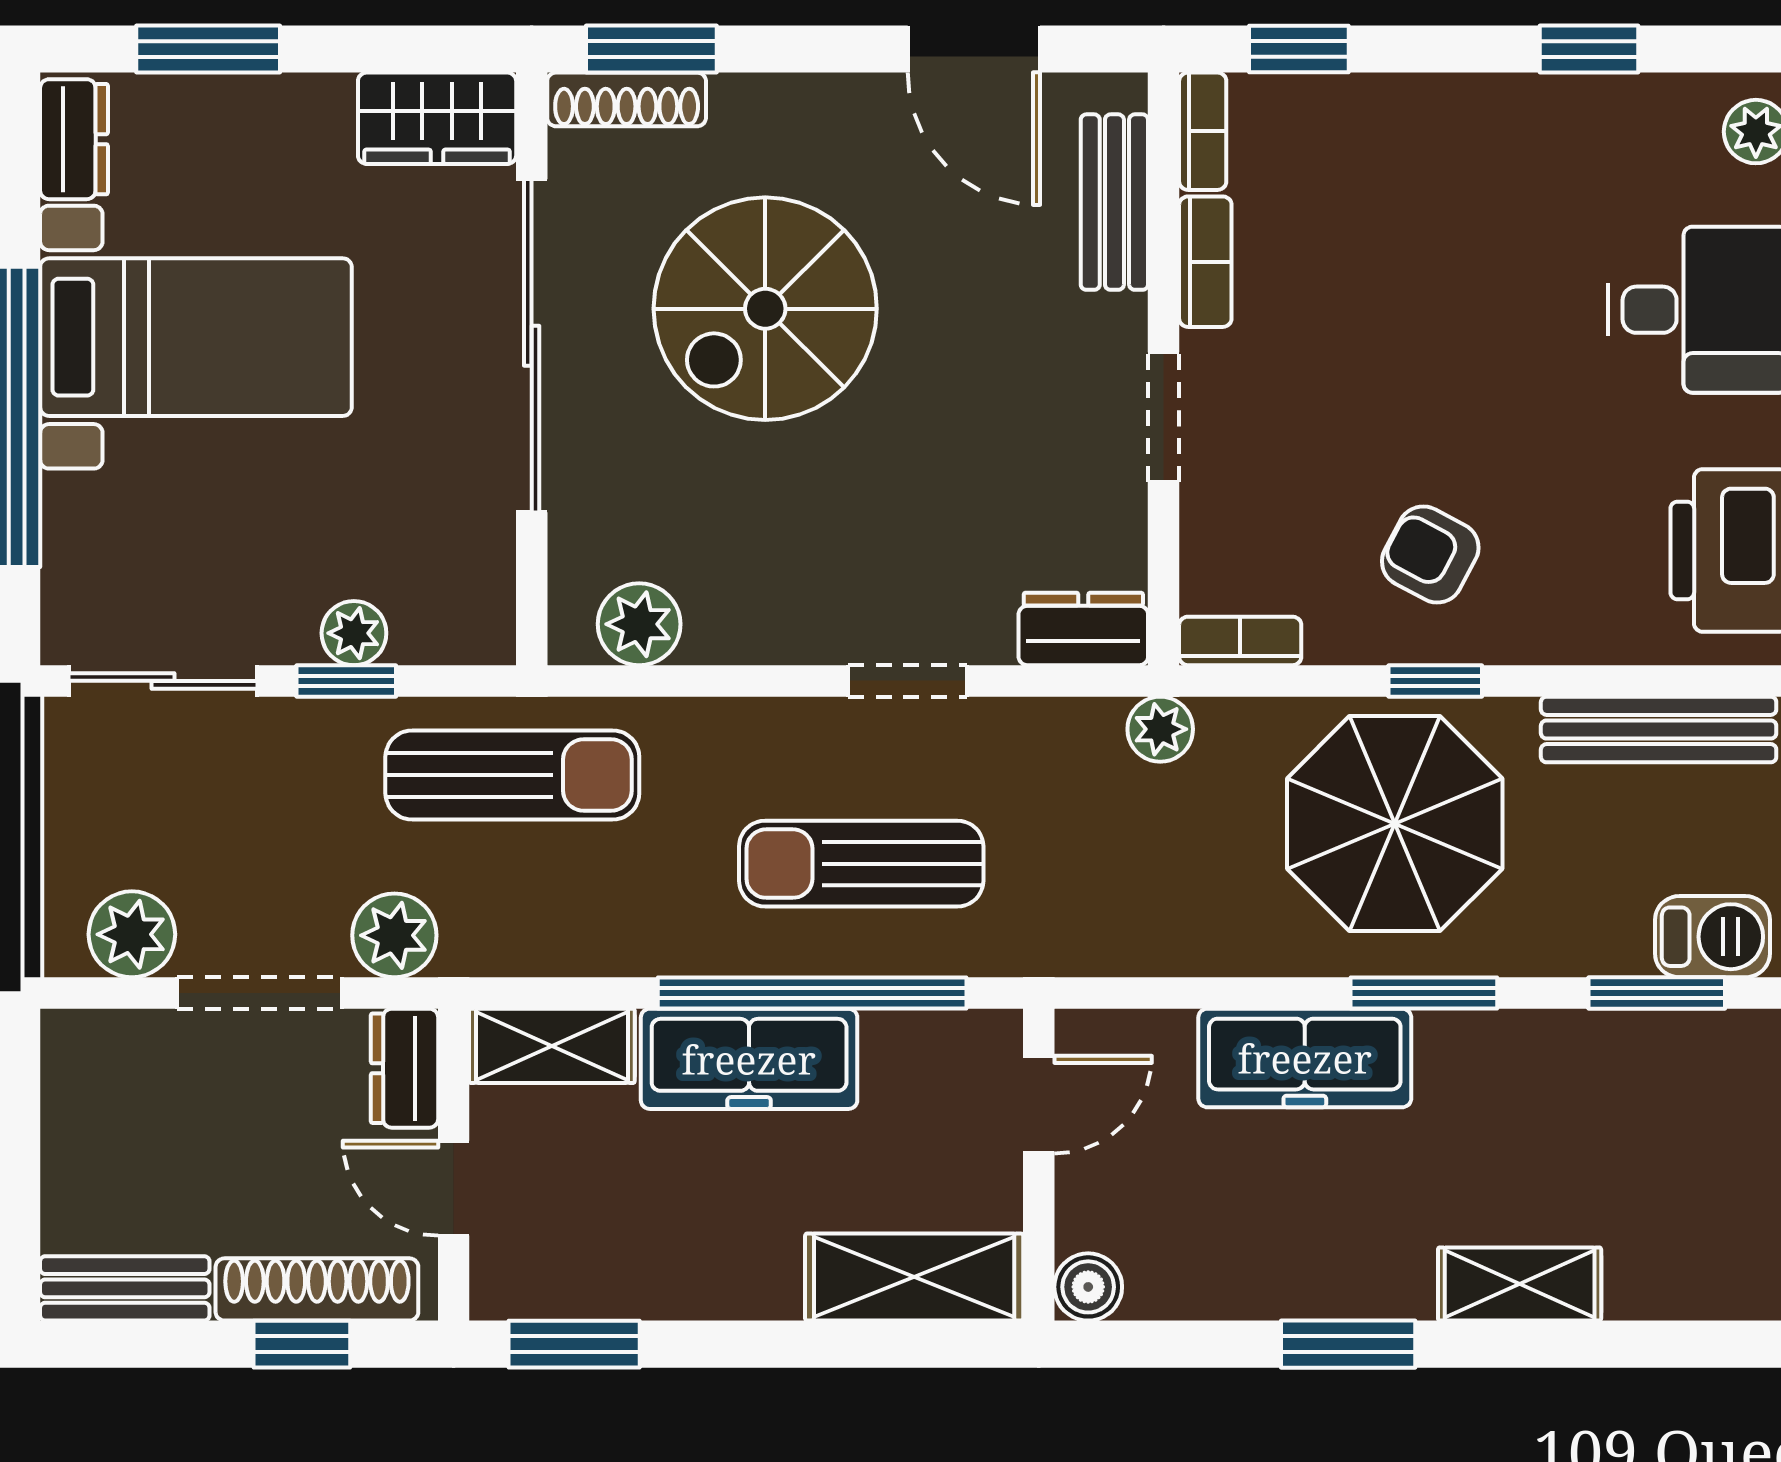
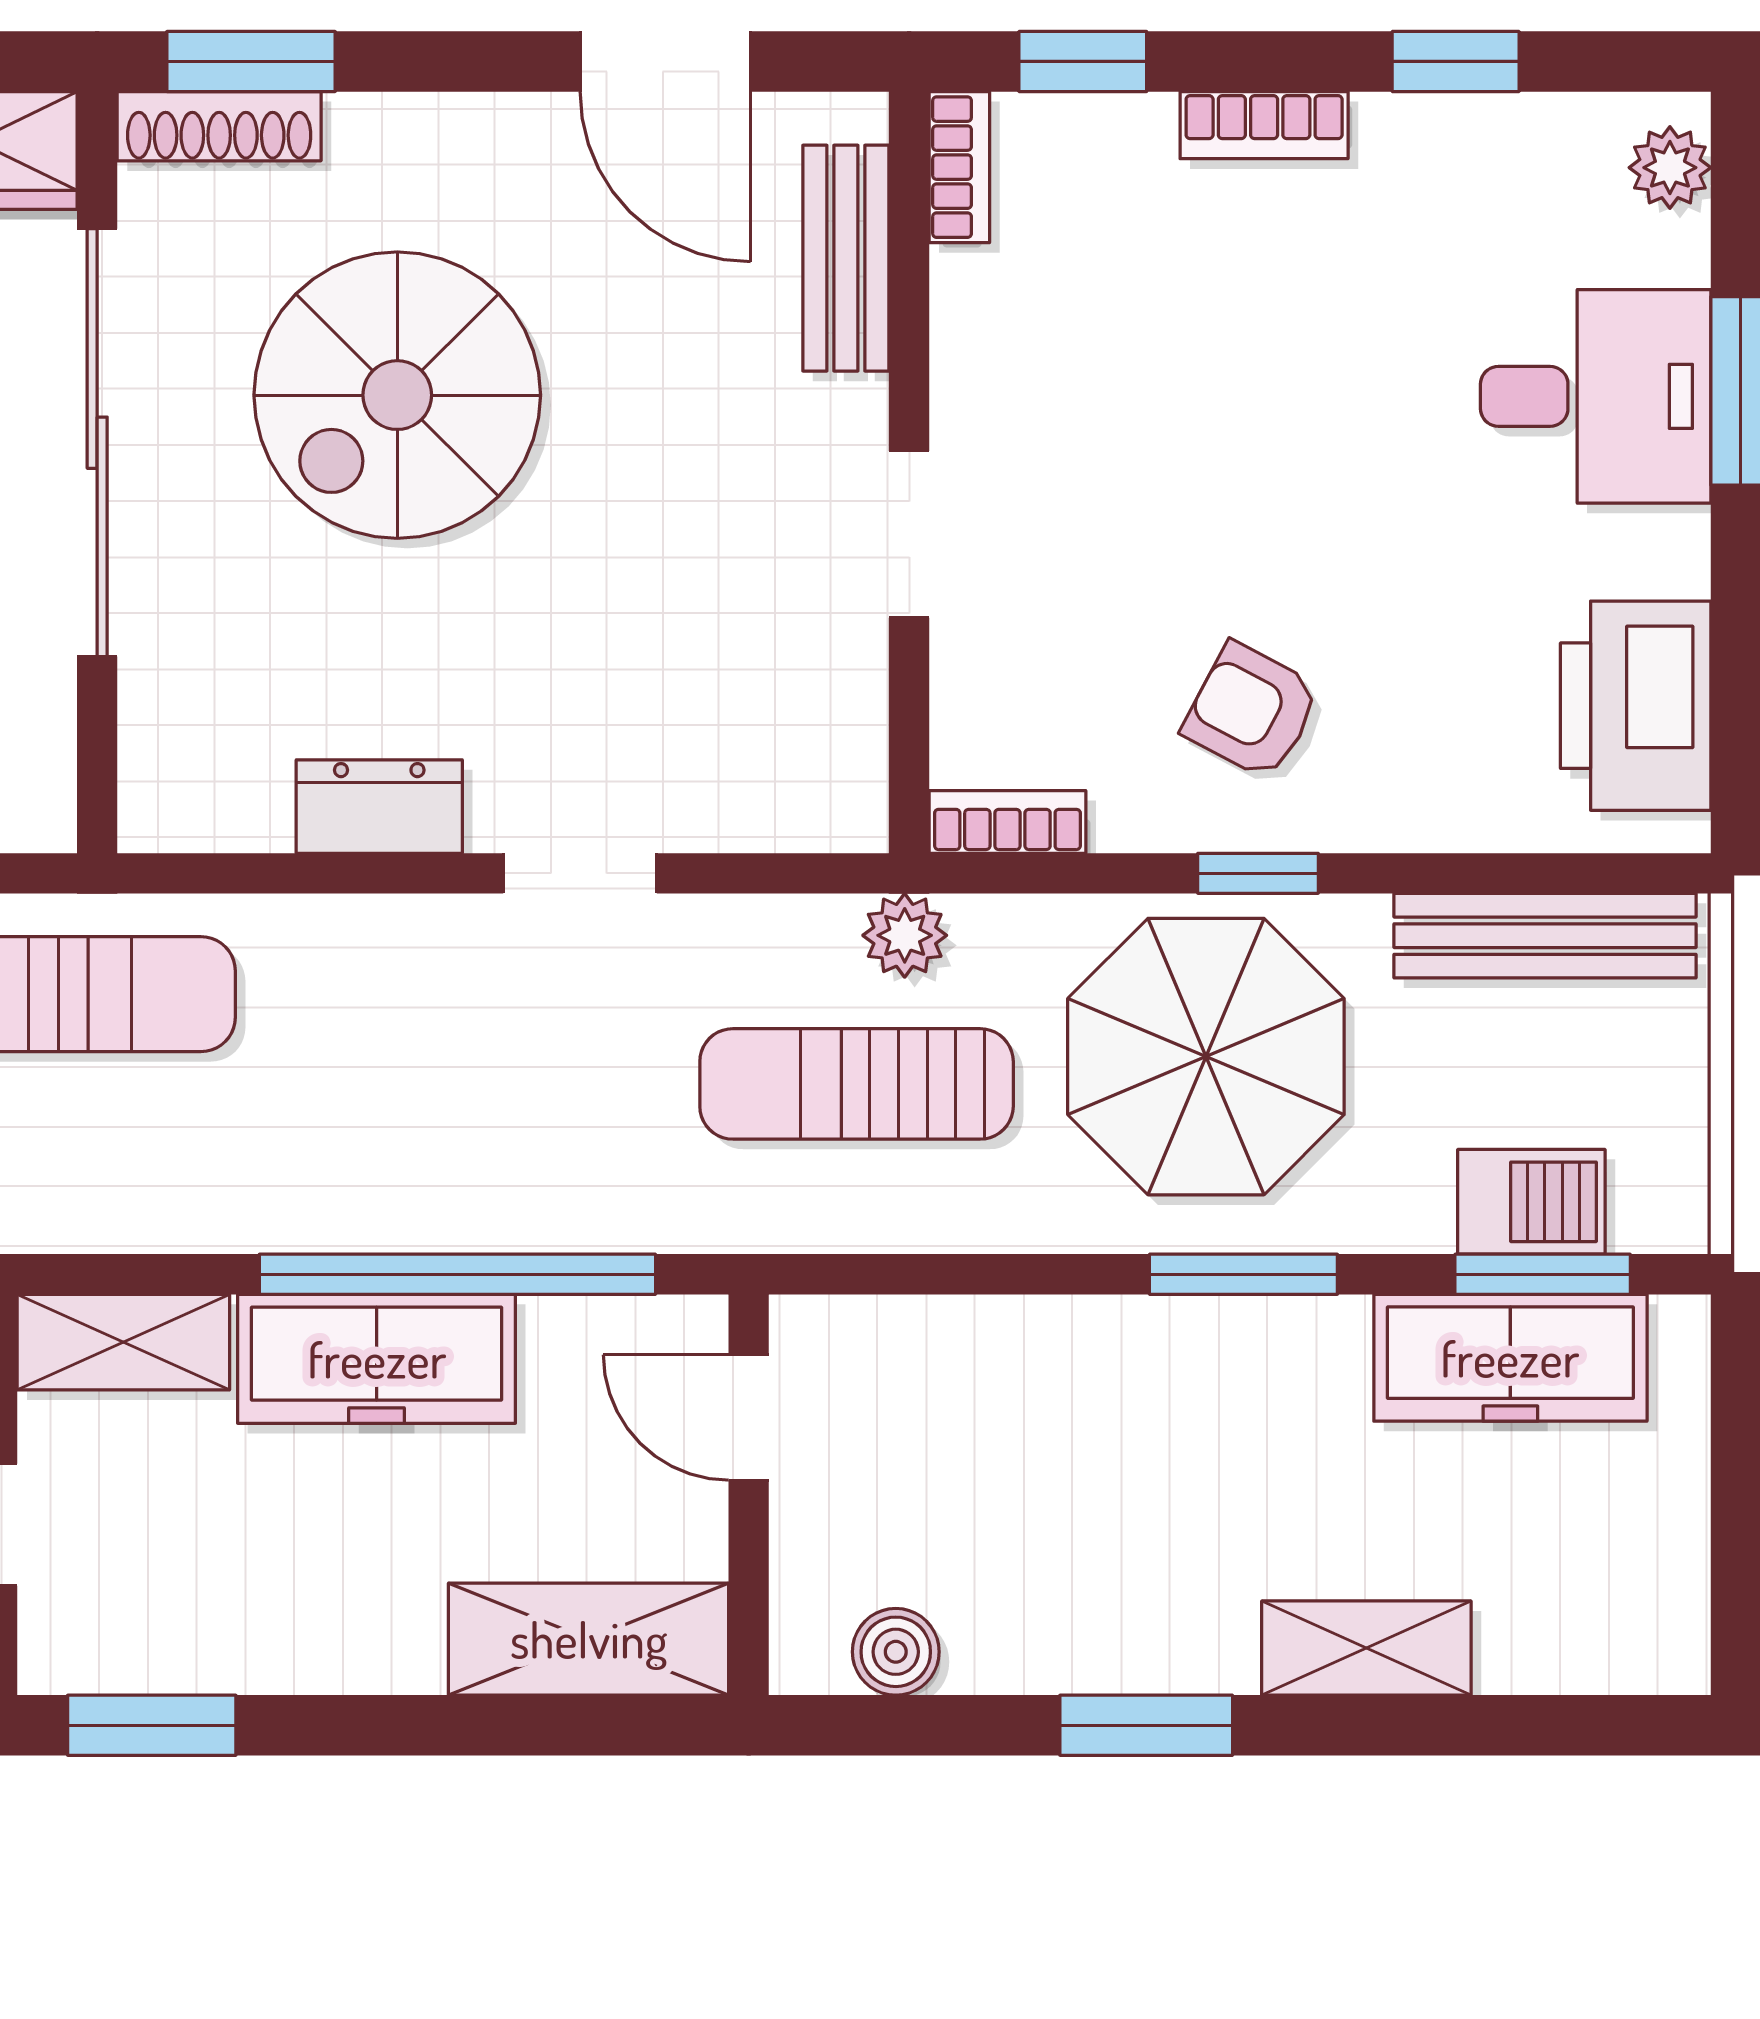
bookcase: (1205, 262) -> (1264, 125), moved, turned 90
plant: (639, 624) -> (235, 800), removed
dresser: (1083, 629) -> (379, 807), moved
sun lounger: (861, 864) -> (857, 1084), moved
barbecue: (1712, 937) -> (1531, 1202), moved
freezer: (1305, 1058) -> (1510, 1358), moved
door: (1039, 1105) -> (749, 1417), swing flipped
boiler: (1088, 1287) -> (896, 1652), moved

